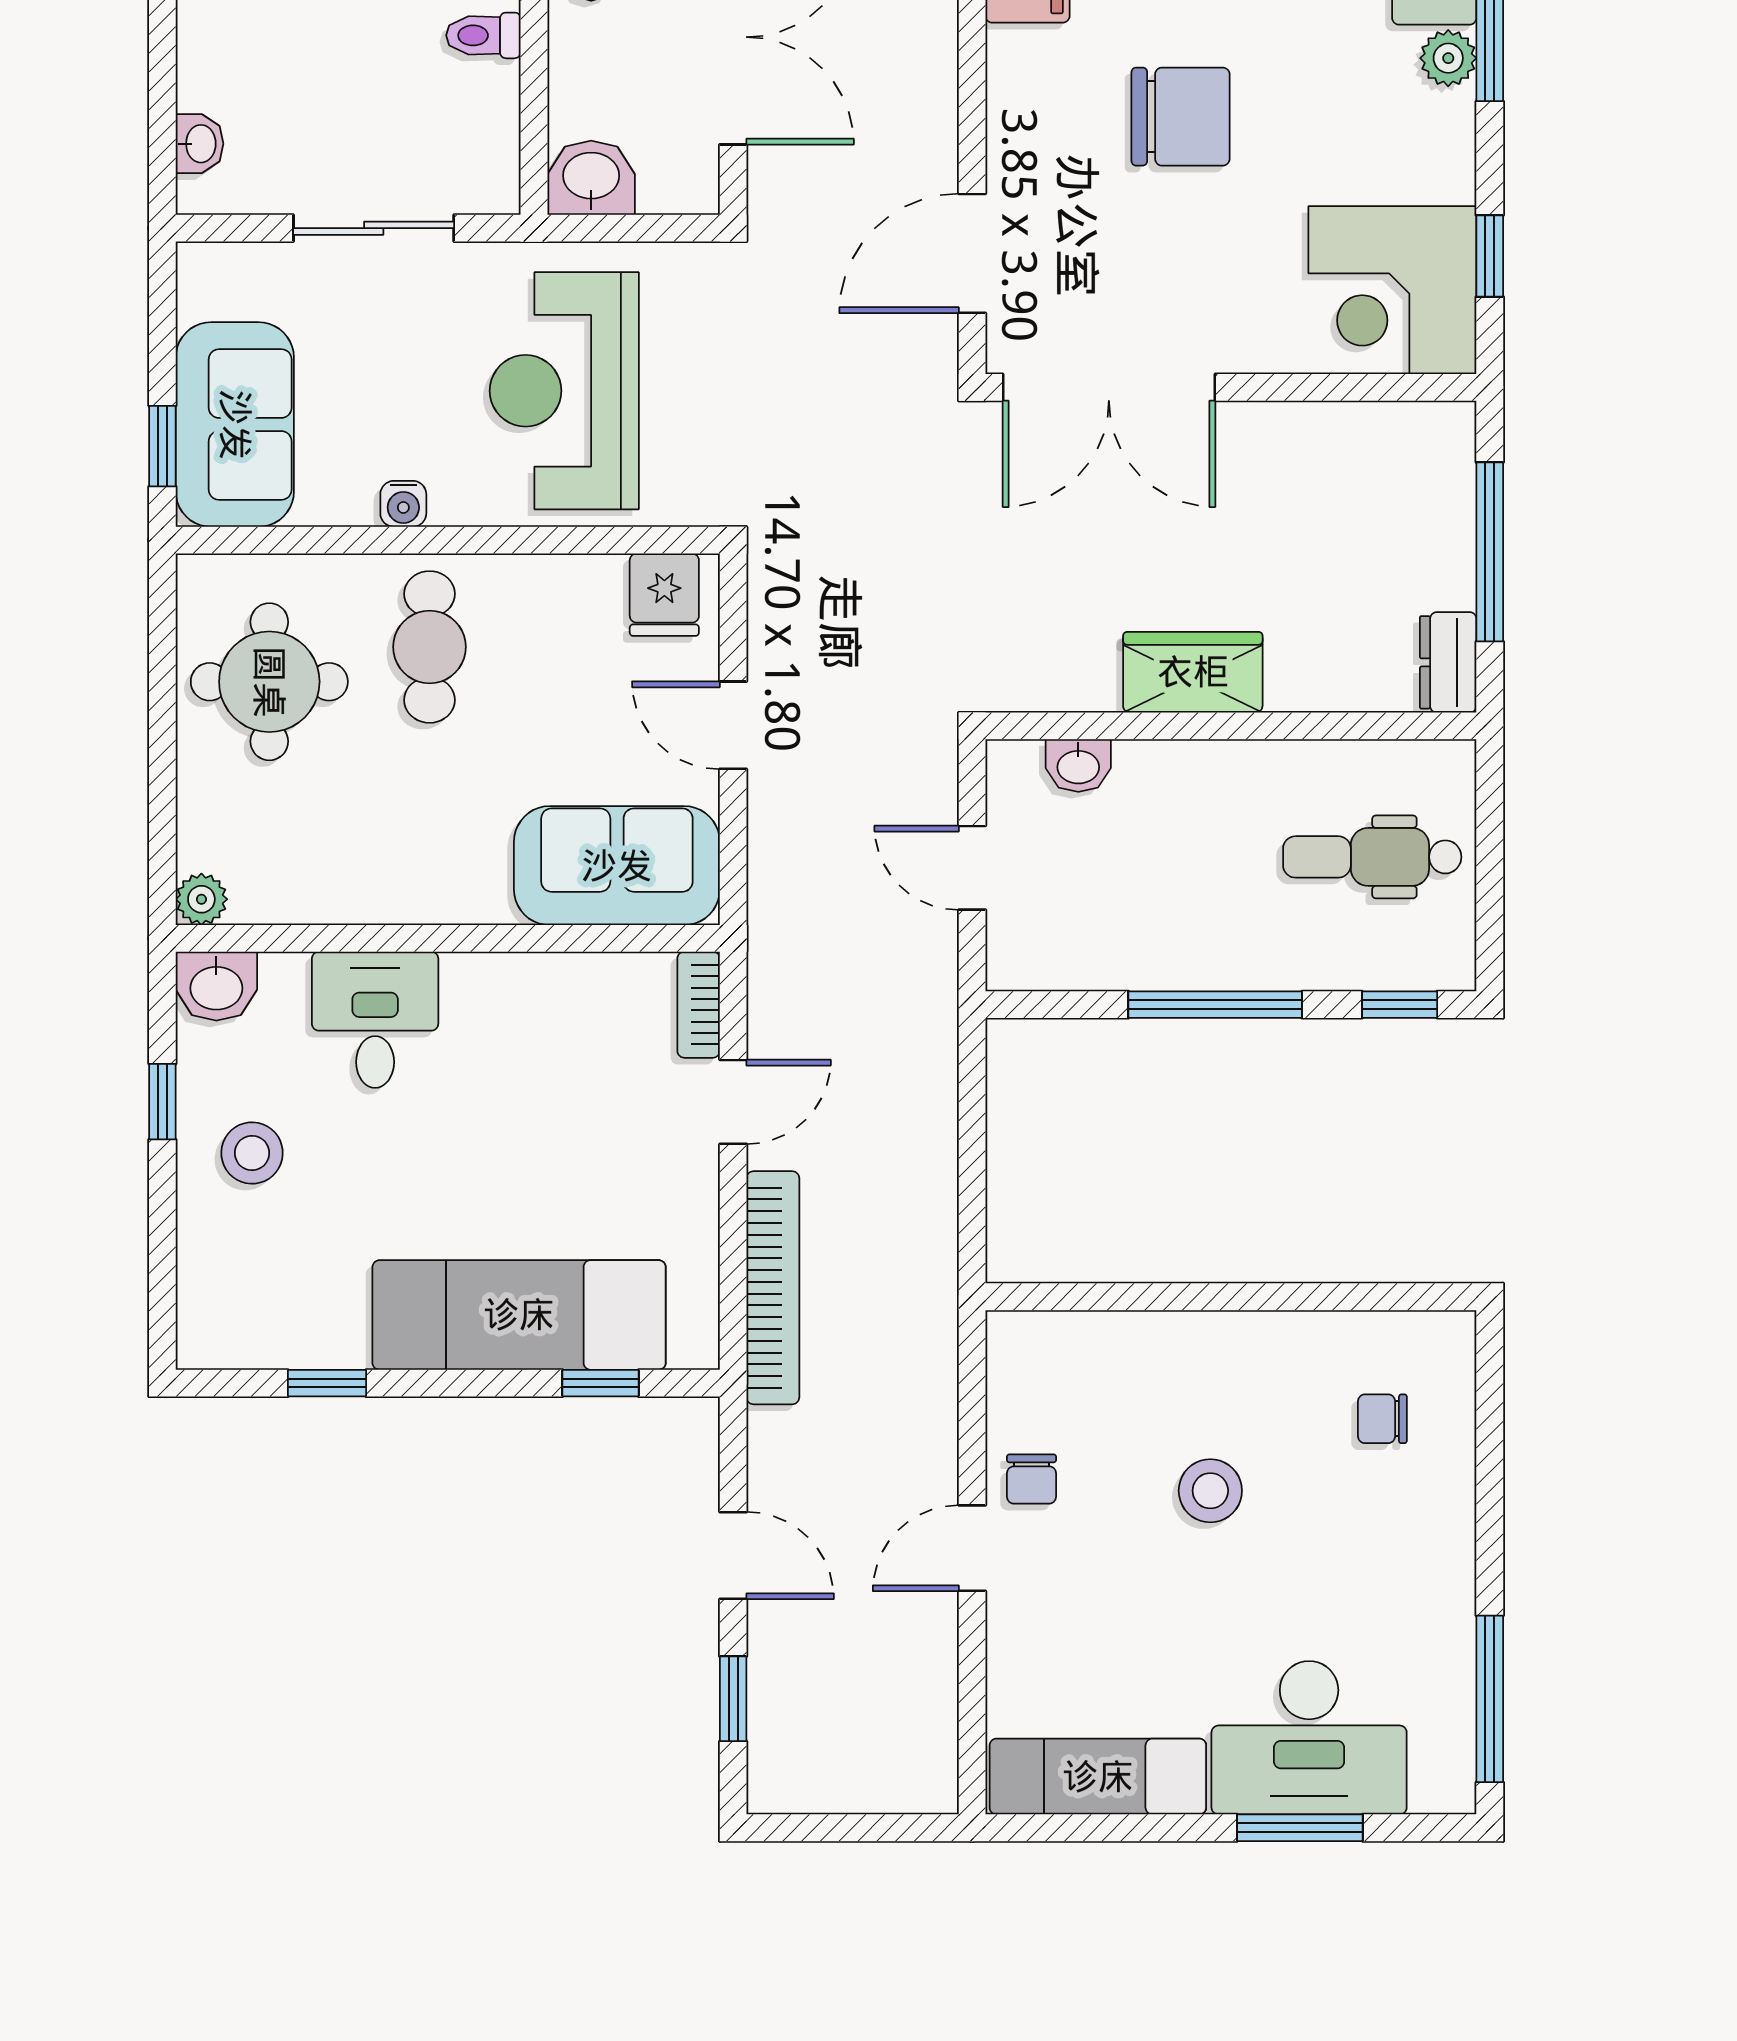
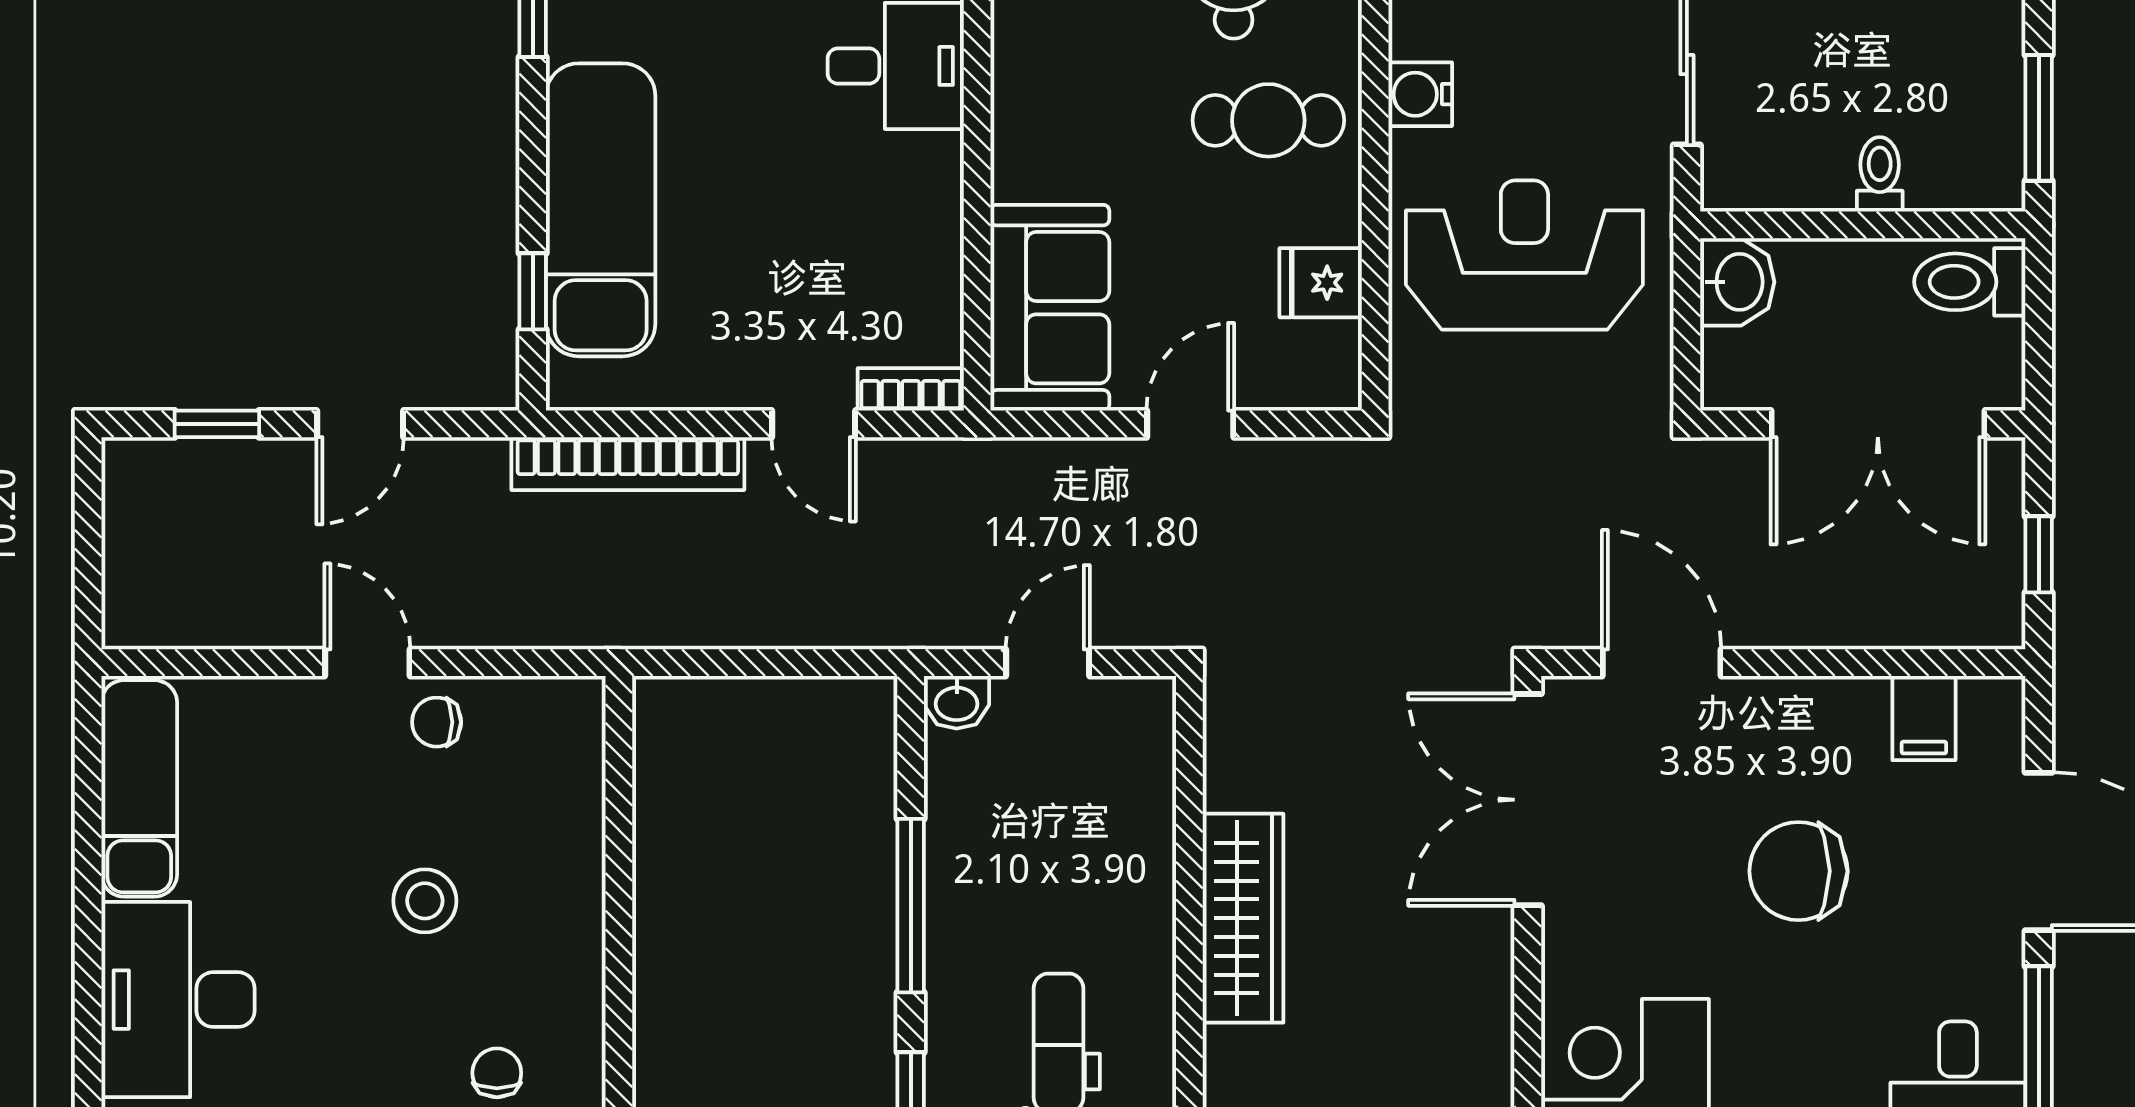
chair: (1181, 117) -> (1799, 871), turned 90
water cooler: (403, 504) -> (1420, 94), width x1.38, depth x1.38
fridge: (664, 595) -> (1321, 283), moved
wardrobe: (1193, 672) -> (1243, 918), width x1.50
washbasin: (1078, 766) -> (957, 702), moved, turned -90
window: (1300, 1828) -> (88, 990), removed

